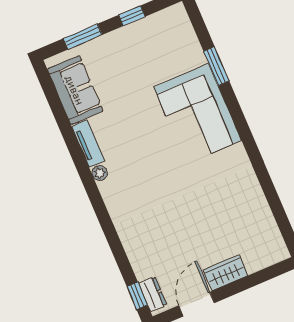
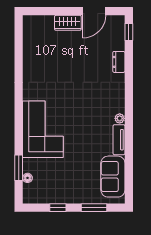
floor lamp: (190, 39) -> (27, 178), added
window: (216, 66) -> (19, 168), moved
dresser: (153, 294) -> (119, 62), moved

